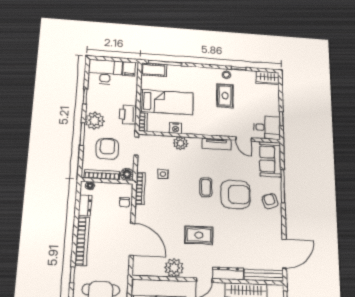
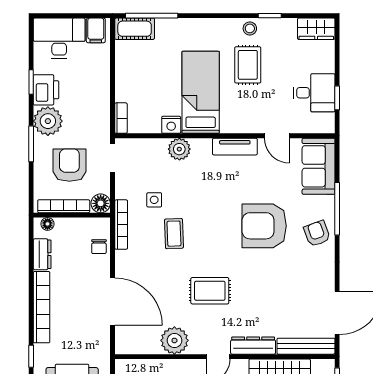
bed: (166, 102) -> (201, 92), moved, turned -90
printer: (128, 115) -> (46, 90), moved, turned 180
desk: (267, 128) -> (314, 93), moved
coffee table: (206, 187) -> (174, 234), moved
armchair: (235, 194) -> (264, 226), turned 180

